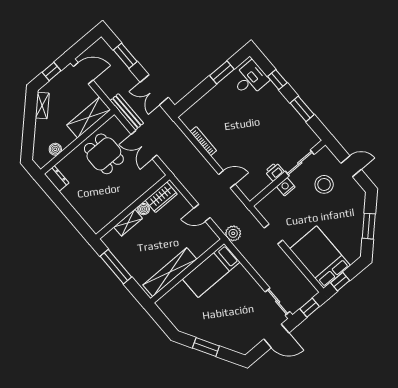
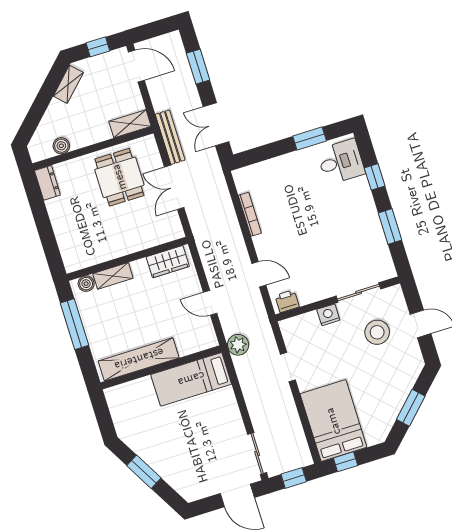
shelving: (89, 117) -> (130, 124), width x0.67, depth x0.75
printer: (275, 172) -> (287, 301), moved
boiler: (144, 209) -> (86, 284), moved

